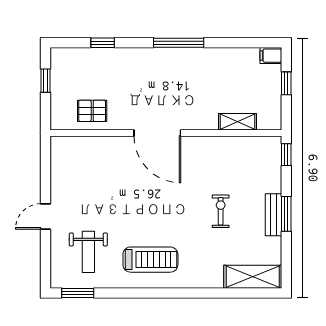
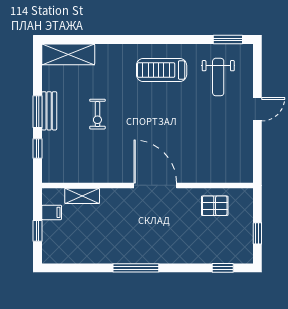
window: (103, 43) -> (223, 268), moved
filing cabinet: (271, 56) -> (52, 212), moved
window: (286, 155) -> (38, 149), moved
weight bench: (88, 252) -> (218, 77), turned 180

